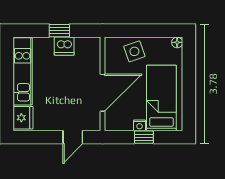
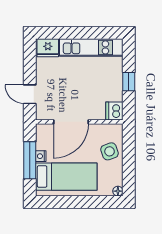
dishwasher: (64, 46) -> (114, 111), moved
door: (103, 93) -> (71, 122), hinge flipped
window: (144, 137) -> (30, 160), width x2.17

